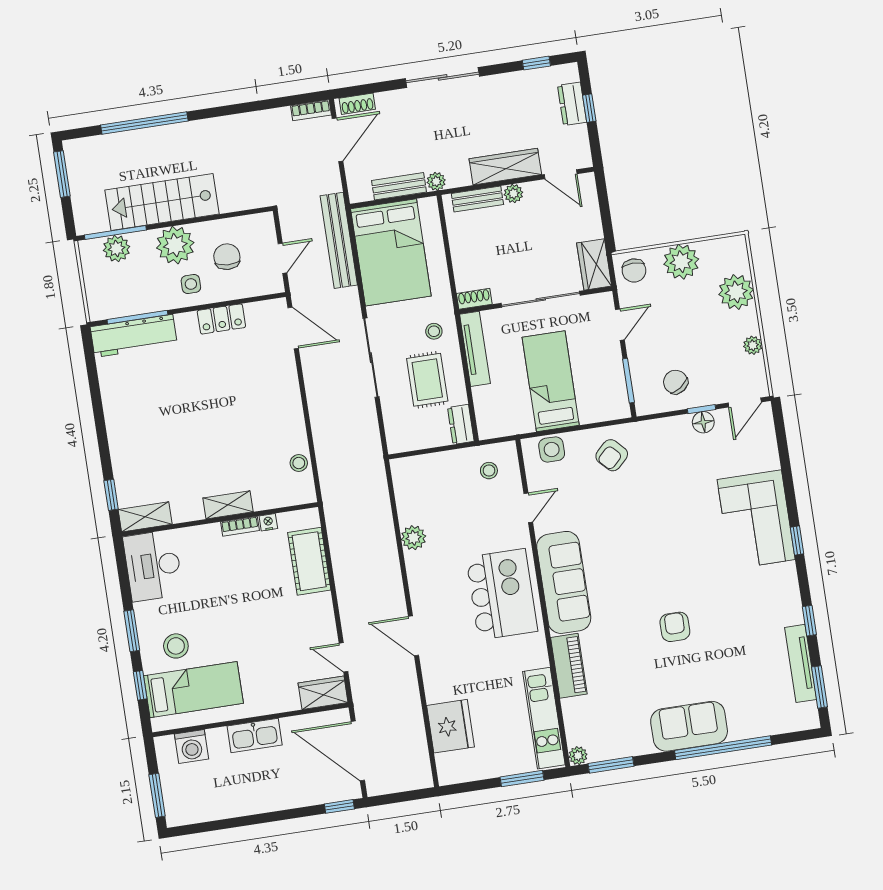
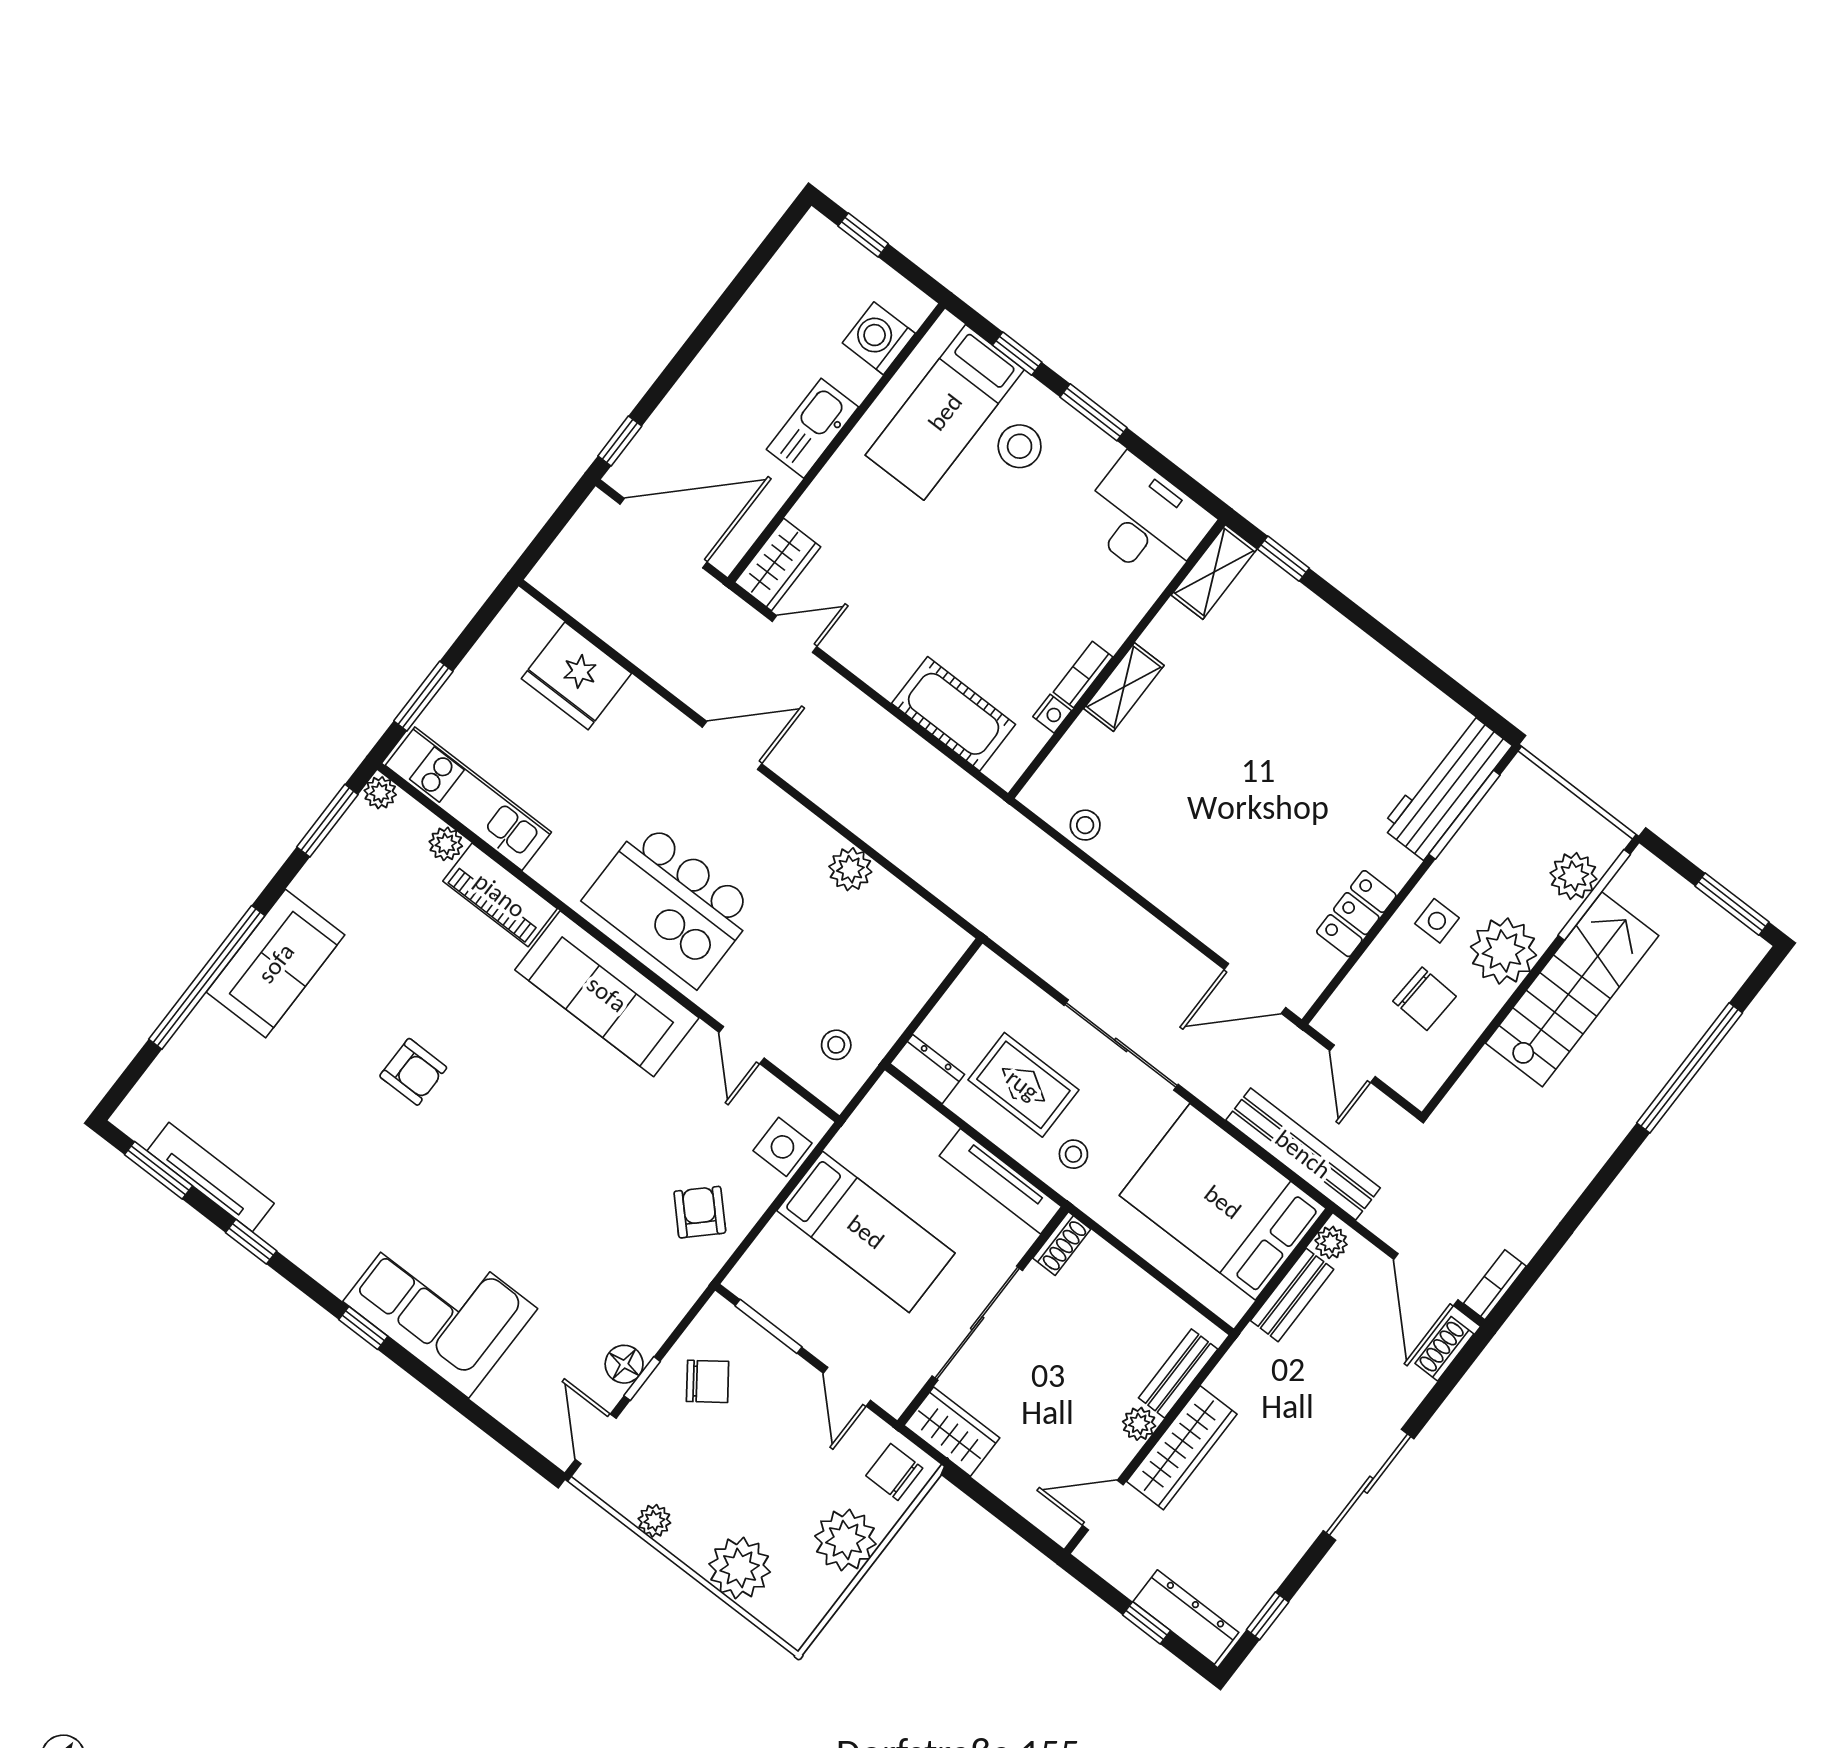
dresser: (572, 104) -> (1186, 1617), width x1.44
plant: (436, 181) -> (1331, 1242), moved
plant: (571, 708) -> (446, 844), added
window: (157, 795) -> (863, 235), width x0.67

